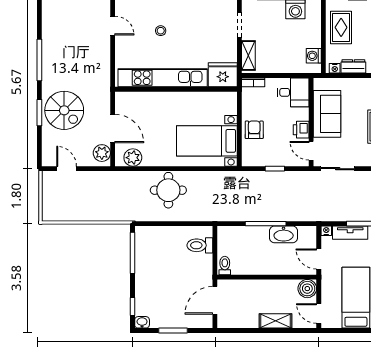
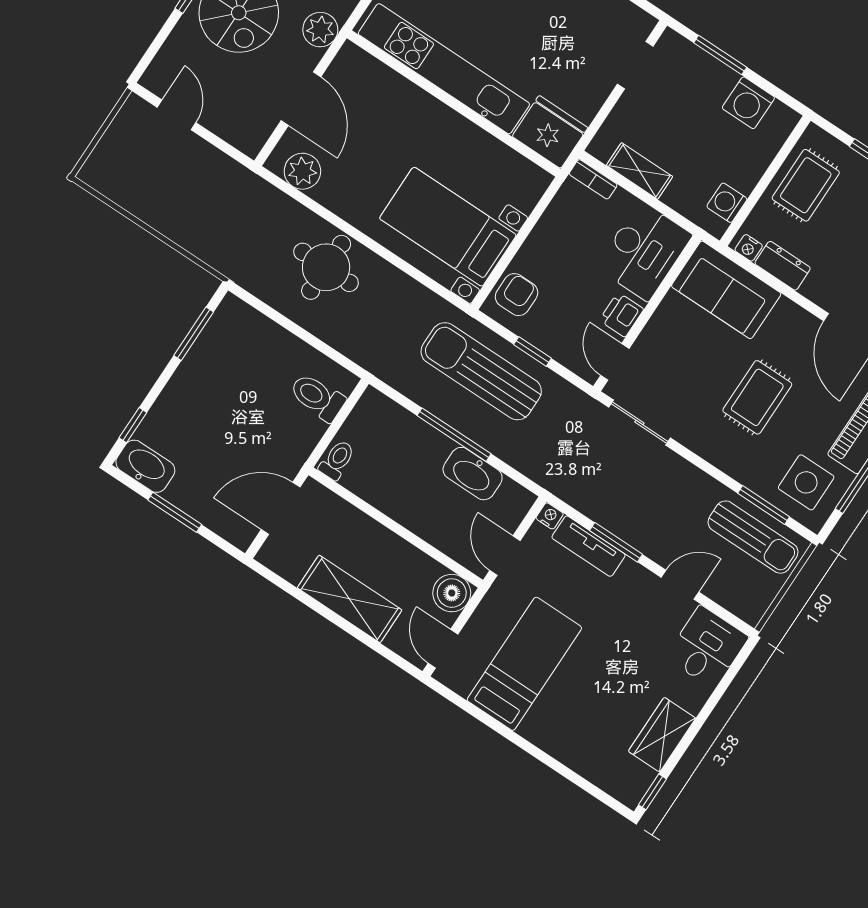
shelving: (248, 56) -> (640, 171), moved, turned 90
desk: (293, 92) -> (644, 251), width x1.37
sofa: (327, 114) -> (726, 290), moved, turned 90
armchair: (254, 130) -> (517, 295), moved
plant: (102, 153) -> (320, 30), moved
sun lounger: (259, 191) -> (481, 371), added
window: (132, 253) -> (194, 334), width x0.69
shelving: (275, 321) -> (350, 599), width x1.50, depth x1.33
washbasin: (142, 322) -> (145, 466), width x1.91, depth x1.45

